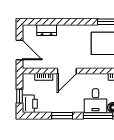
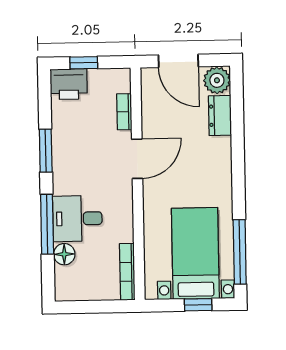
plant: (29, 31) -> (217, 80), added
door: (19, 50) -> (178, 61), hinge flipped
door: (67, 71) -> (137, 159), swing flipped

